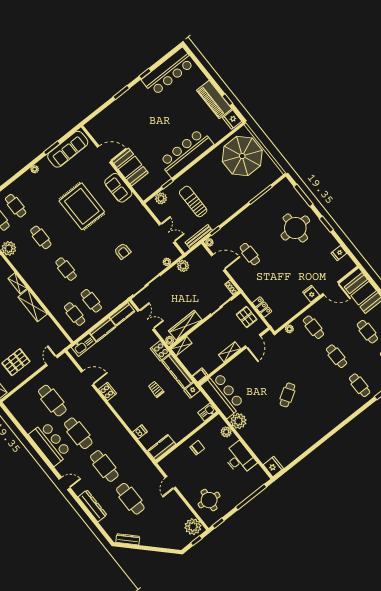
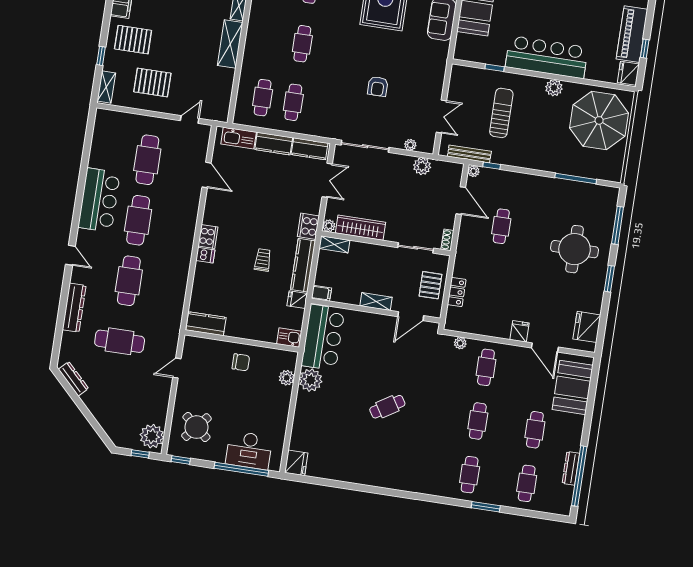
plant: (161, 198) -> (554, 88), moved
fridge: (339, 253) -> (587, 327), width x1.88, depth x1.34
cooker: (107, 391) -> (208, 237), moved
dishwasher: (140, 432) -> (205, 255), moved
desk: (239, 459) -> (249, 450), moved, turned 90
cafe table: (130, 499) -> (120, 341), turned 90
round table: (209, 500) -> (196, 427), turned 33

